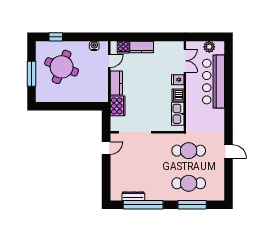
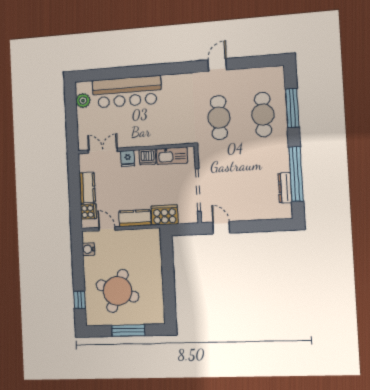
double door: (185, 61) -> (103, 151), moved
fridge: (178, 80) -> (128, 158), moved
wall: (185, 86) -> (135, 149), moved
dishwasher: (178, 95) -> (148, 157), moved
kitchen sink: (178, 114) -> (172, 156), moved

